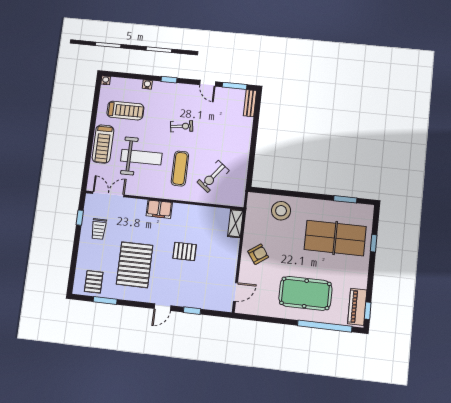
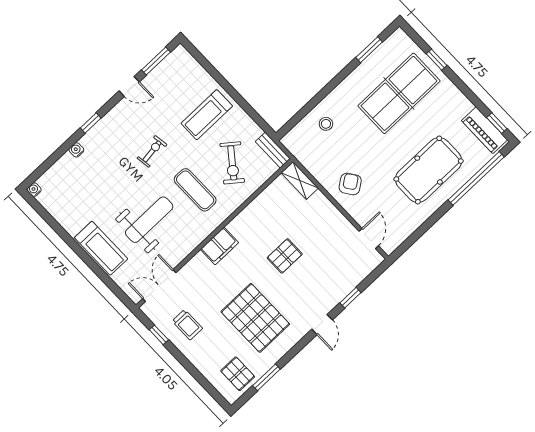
bench: (250, 103) -> (273, 150), moved
treadmill: (125, 111) -> (207, 115), moved, turned 180
stool: (281, 211) -> (326, 124), width x0.53, depth x0.53

